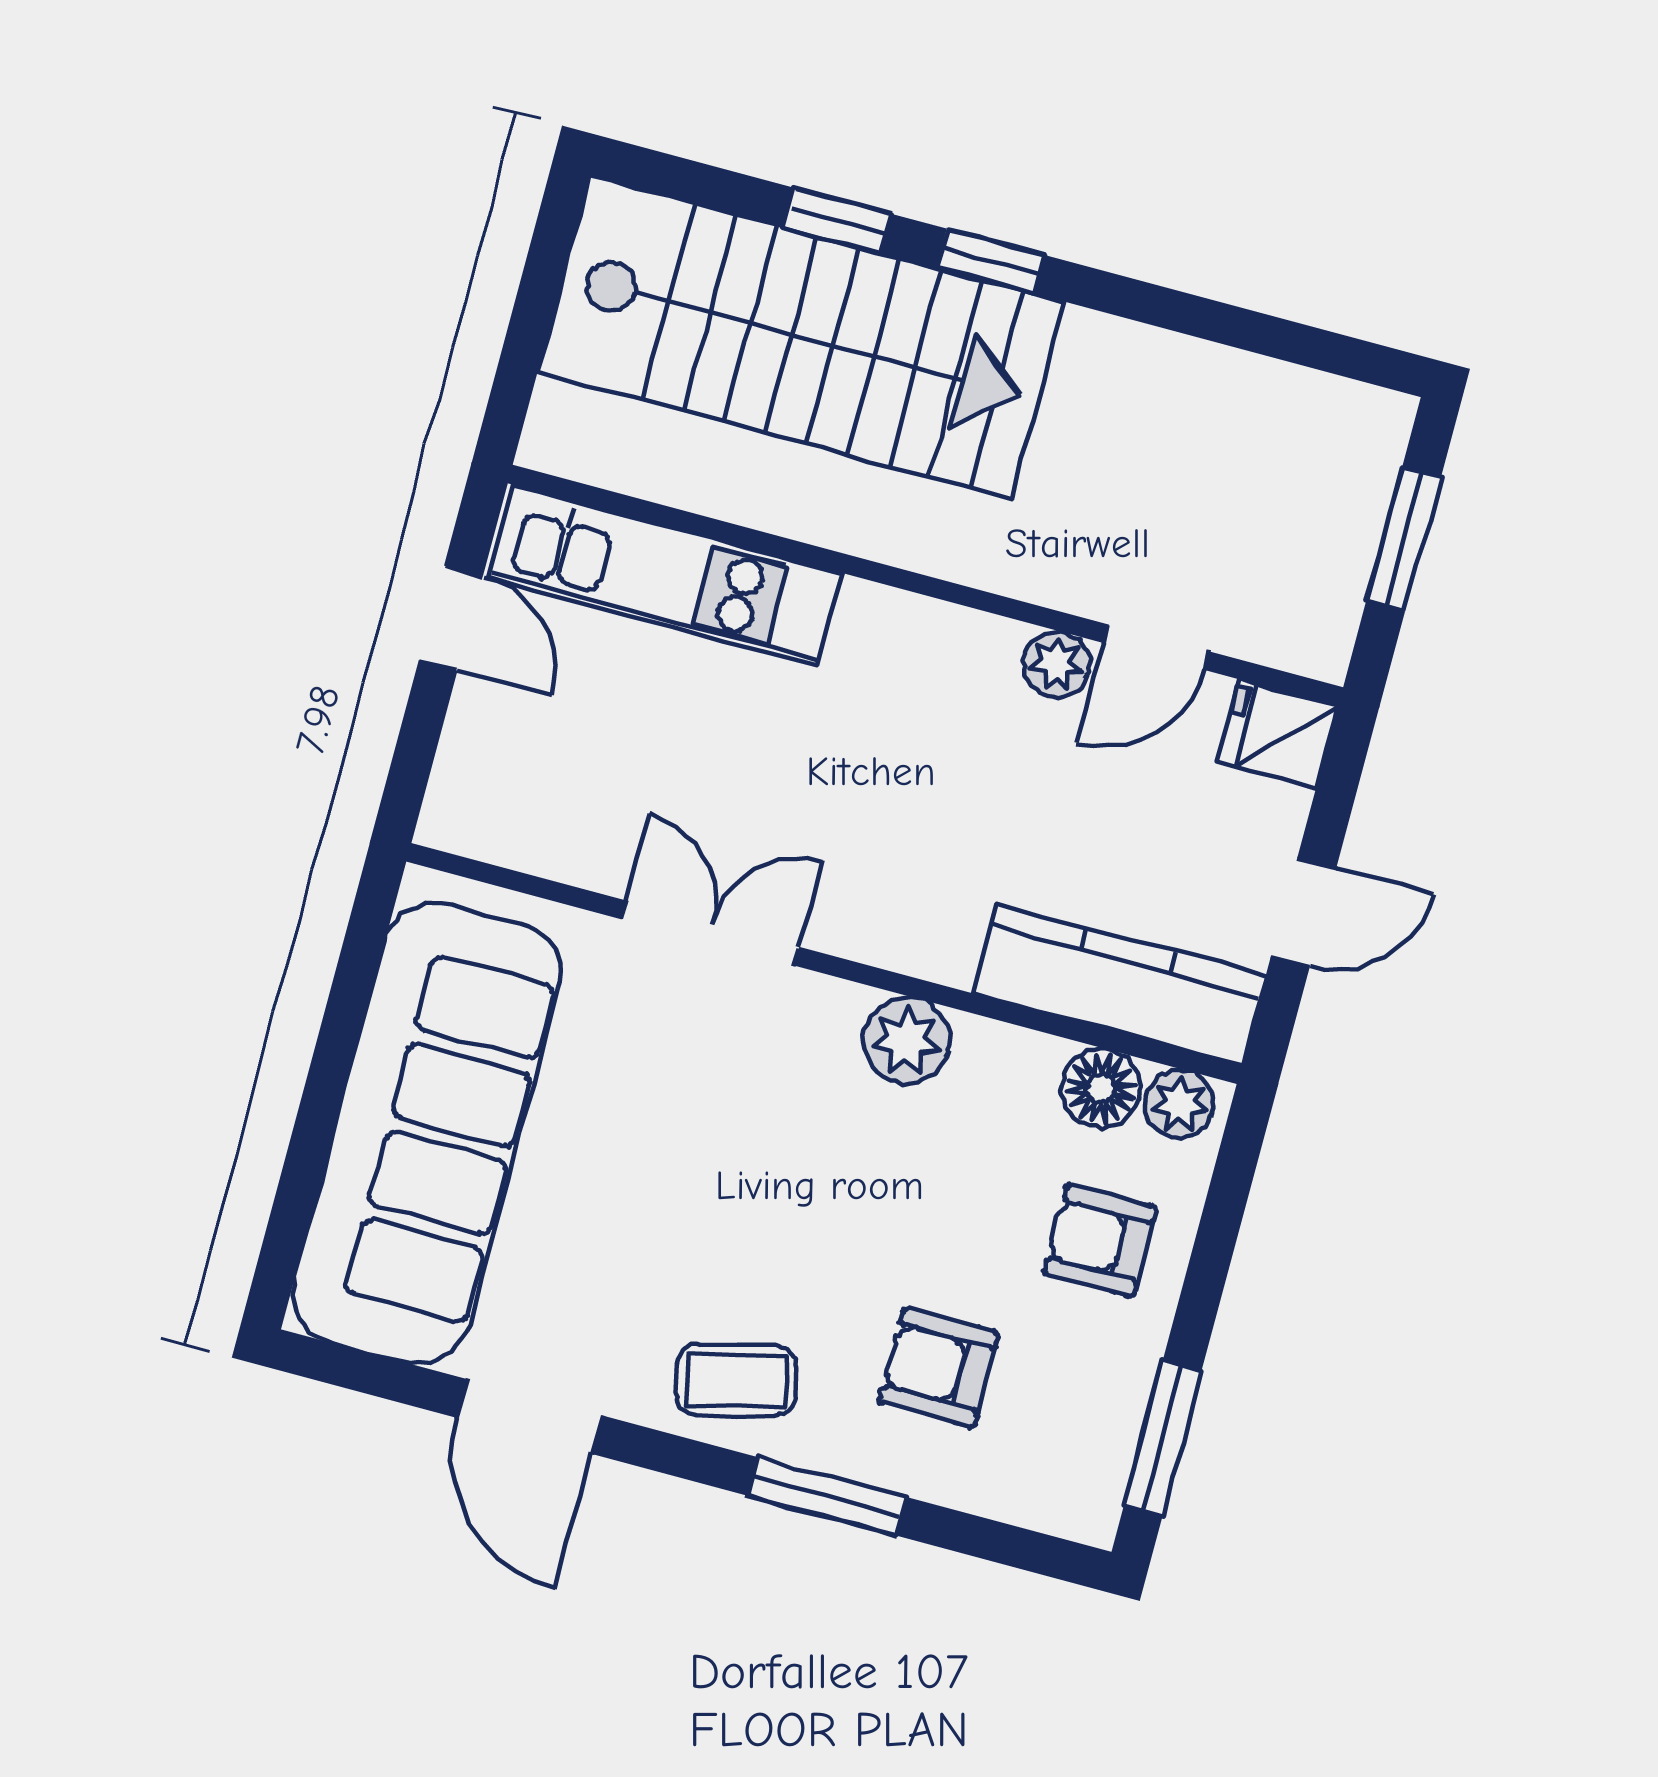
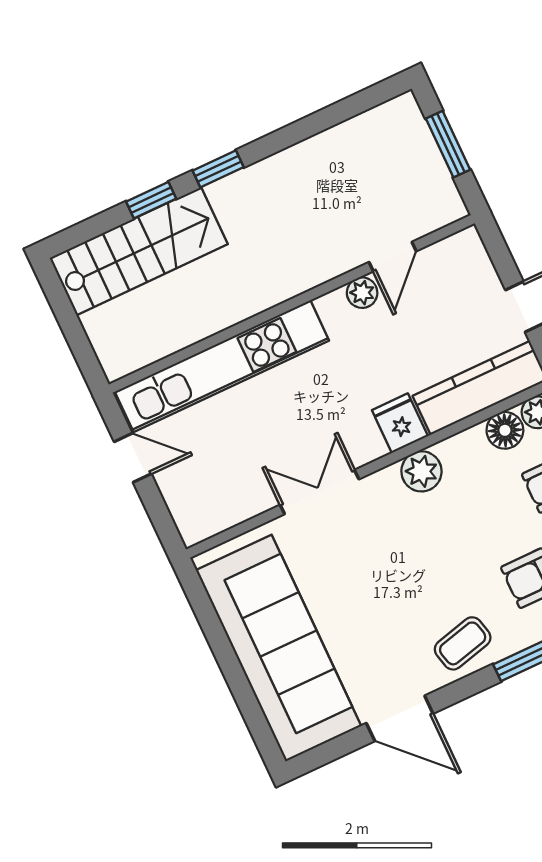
stairs: (801, 337) -> (139, 251), width x0.73, depth x0.66
kitchen unit: (665, 575) -> (222, 366), width x1.36
fridge: (1278, 734) -> (400, 423), moved, turned 90

